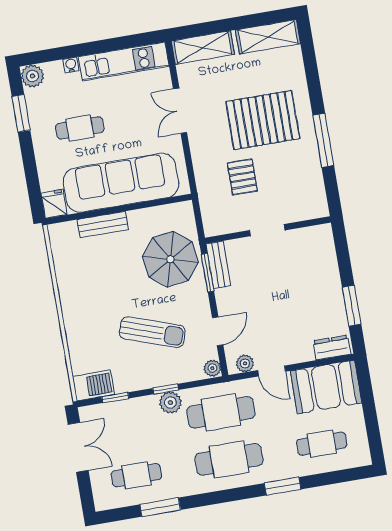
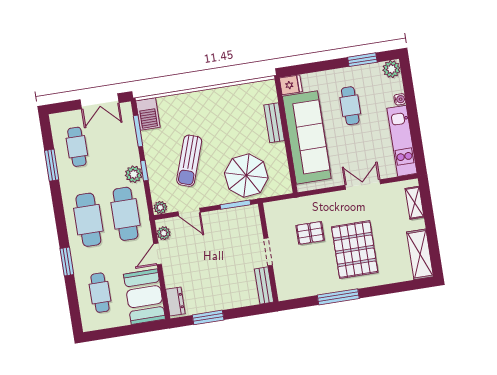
shelving: (203, 48) -> (415, 203), width x0.67, depth x0.75
bench: (218, 265) -> (264, 285), moved, turned 90
window: (115, 398) -> (138, 131), width x1.50

